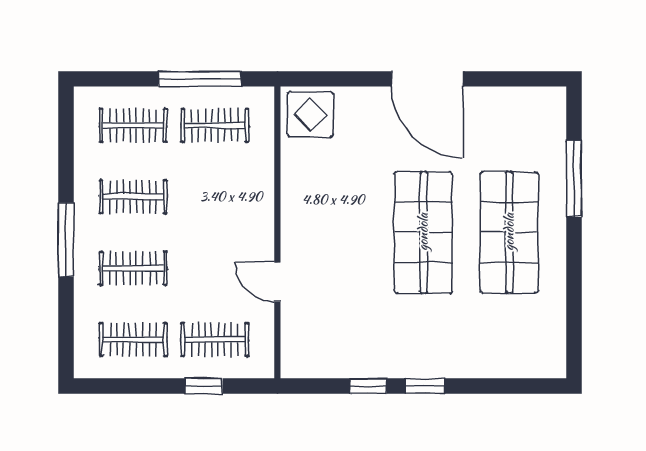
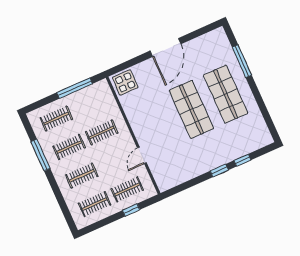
door: (427, 79) -> (166, 47), hinge flipped
clothes rail: (215, 125) -> (102, 132), moved
window: (66, 240) -> (41, 155), moved
door: (277, 282) -> (142, 155), hinge flipped
window: (368, 386) -> (242, 160), moved

